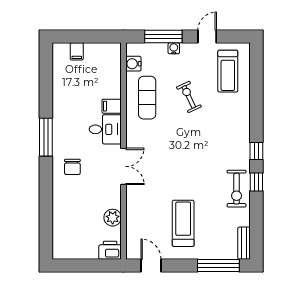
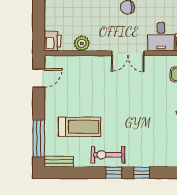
treadmill: (183, 223) -> (79, 127), moved

